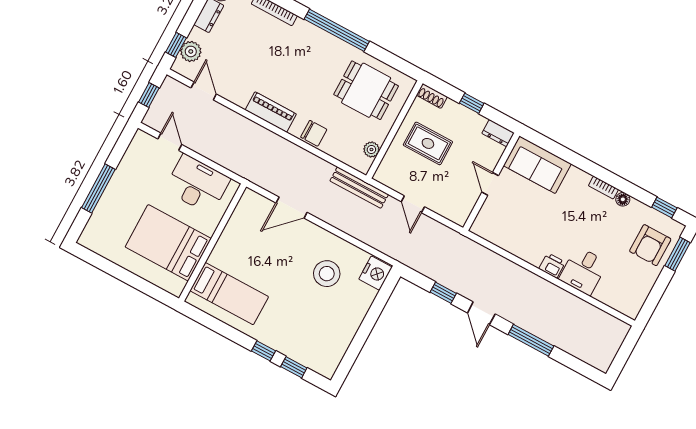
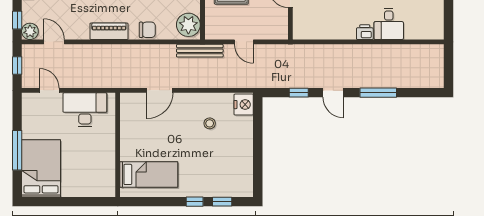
plant: (191, 51) -> (30, 31), moved
plant: (371, 150) -> (188, 25), width x1.88, depth x1.88
bed: (168, 243) -> (41, 168), moved, turned 90
stool: (327, 274) -> (210, 123), width x0.53, depth x0.53

